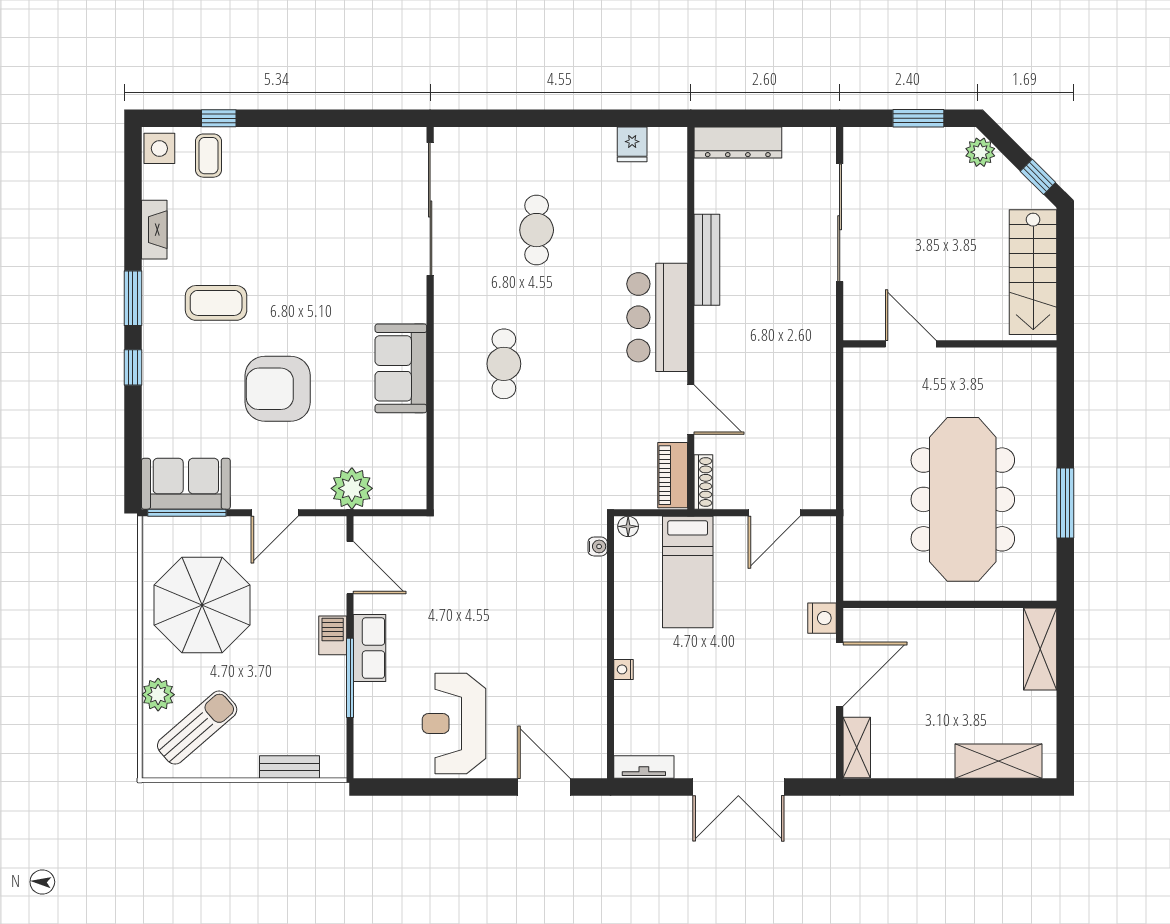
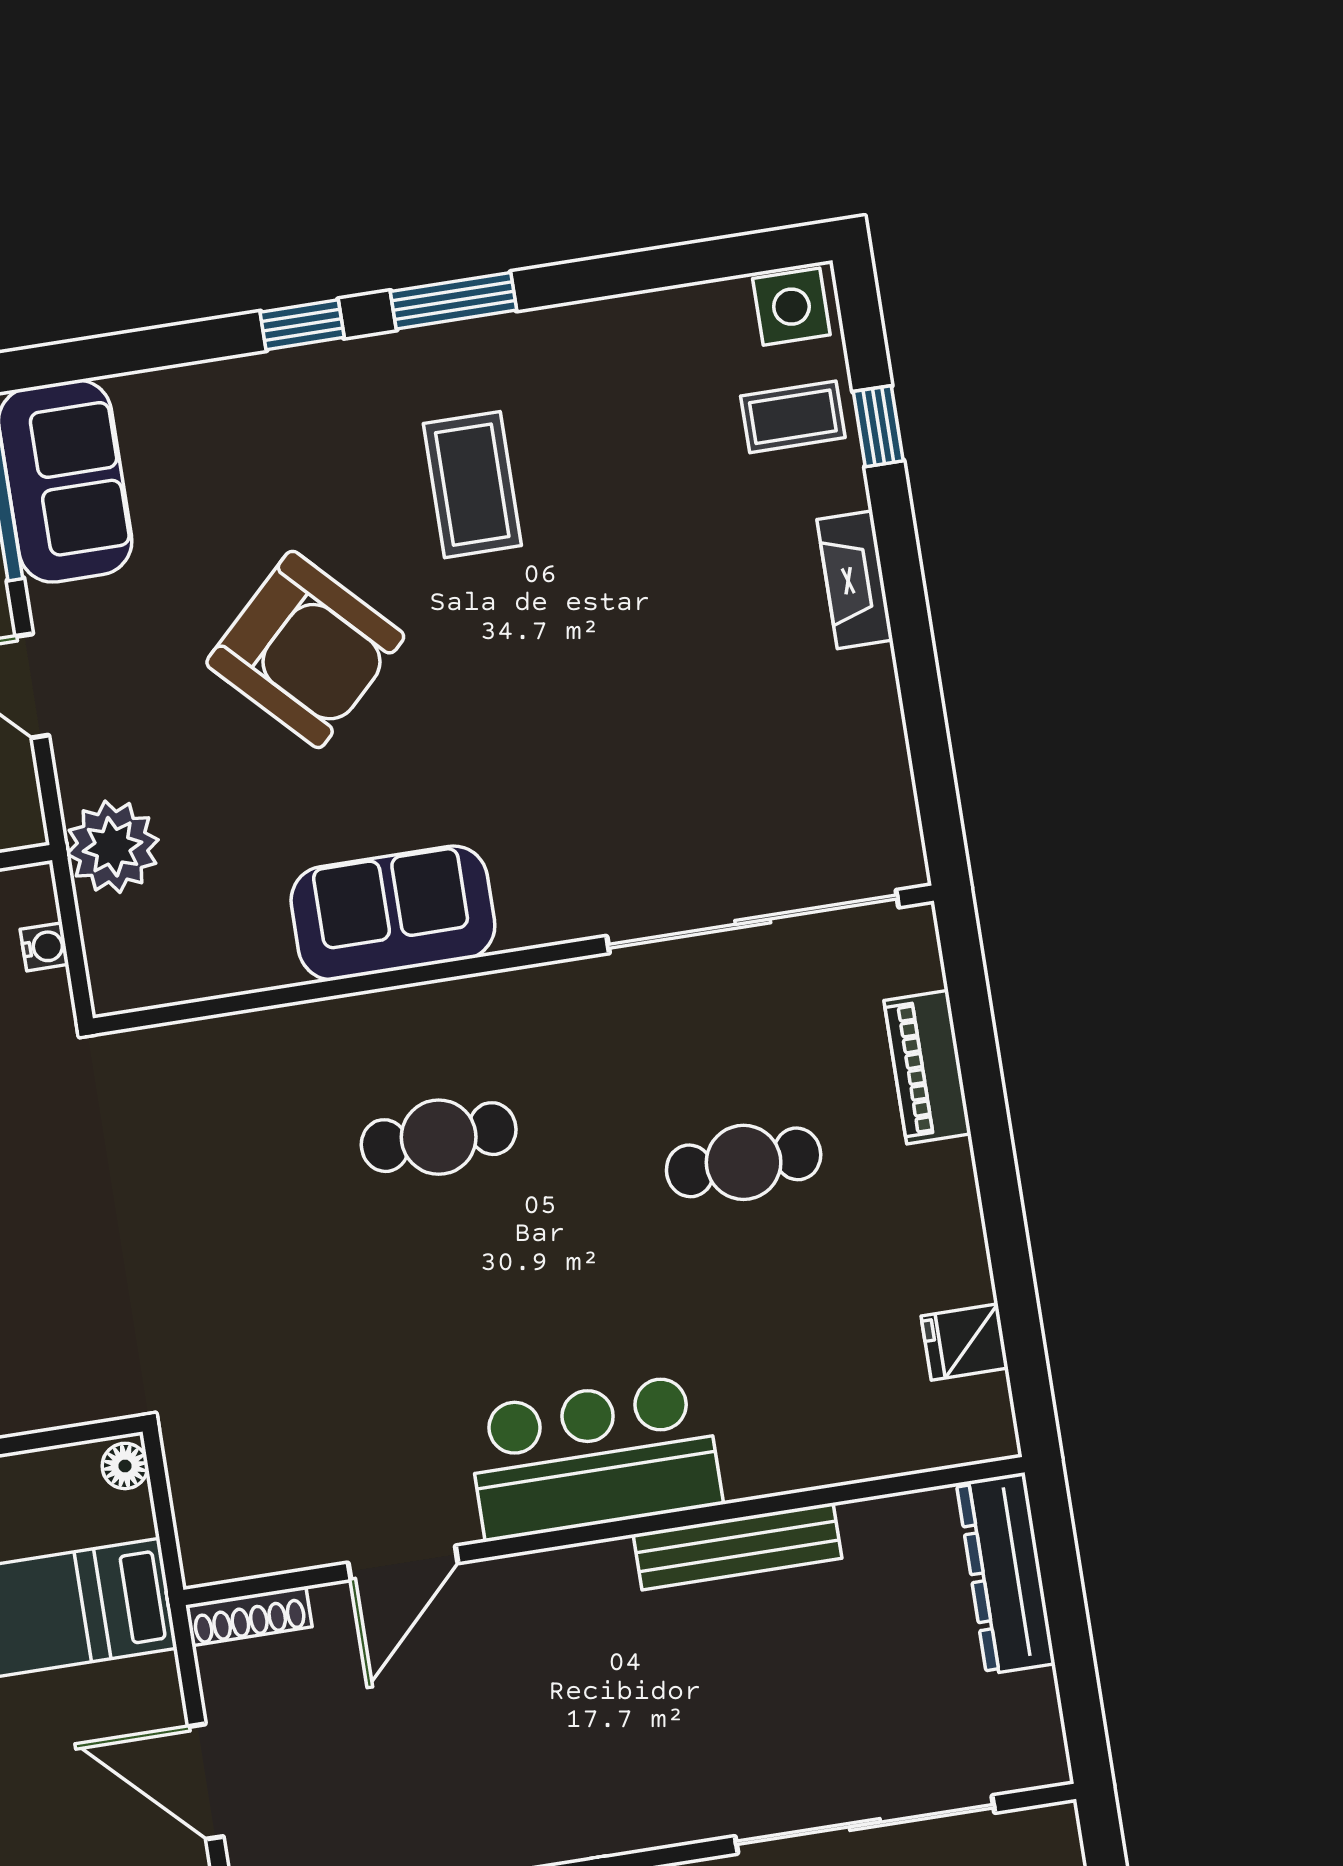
fireplace: (154, 230) -> (855, 580), moved, turned 90
armchair: (278, 389) -> (305, 649), turned 136
piano: (673, 475) -> (928, 1067), moved, turned -90
water cooler: (598, 546) -> (44, 947), moved, turned -90

